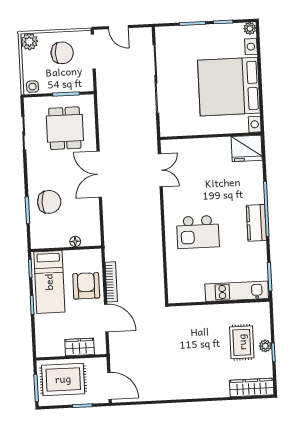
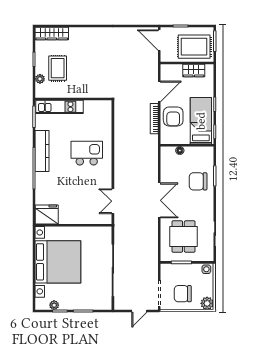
door: (118, 27) -> (139, 311), swing flipped
plant: (250, 28) -> (54, 305), moved
kitchen counter: (256, 223) -> (42, 151), width x1.50
door: (106, 318) -> (159, 92), swing flipped
plant: (265, 346) -> (40, 79), moved
wardrobe: (80, 347) -> (194, 71), moved

